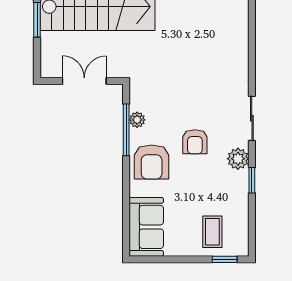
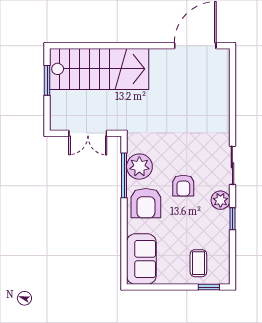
double door: (84, 81) -> (88, 133), swing flipped
plant: (137, 120) -> (139, 167), width x1.88, depth x1.88

